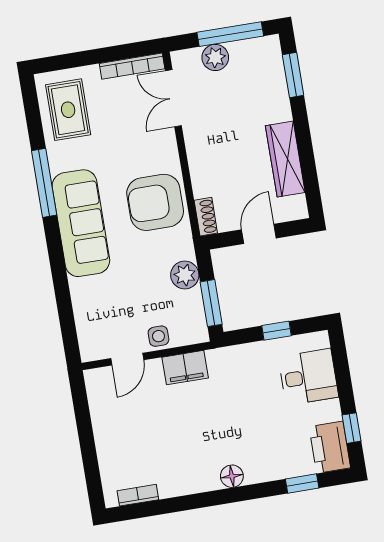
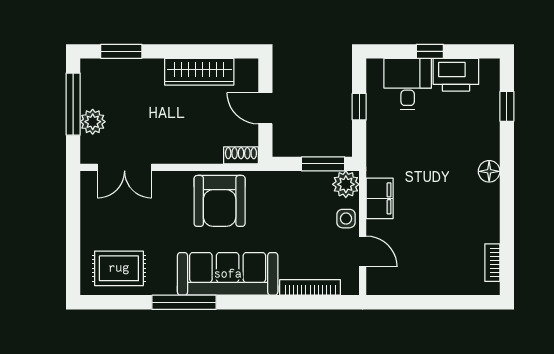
bookcase: (132, 66) -> (310, 287), moved, turned -90
plant: (185, 275) -> (346, 184), moved
window: (351, 428) -> (430, 51), moved
printer: (330, 447) -> (456, 75), moved

